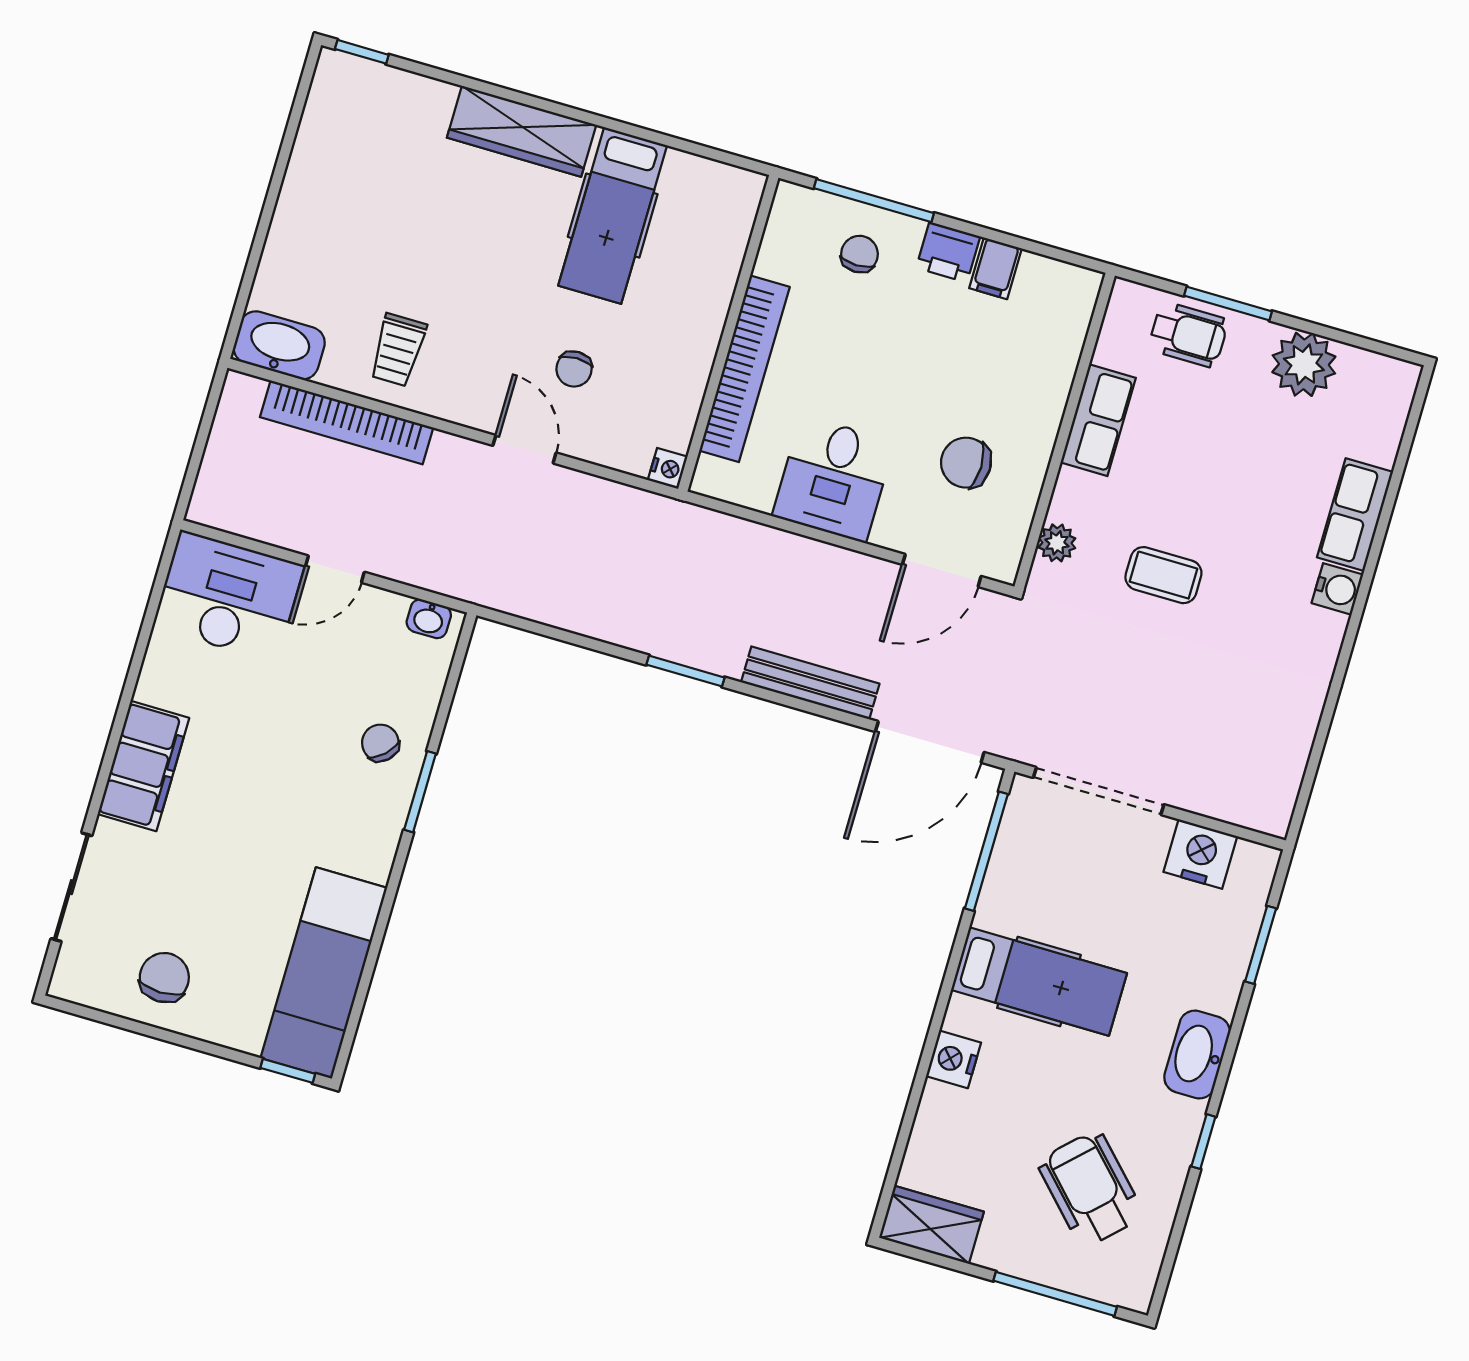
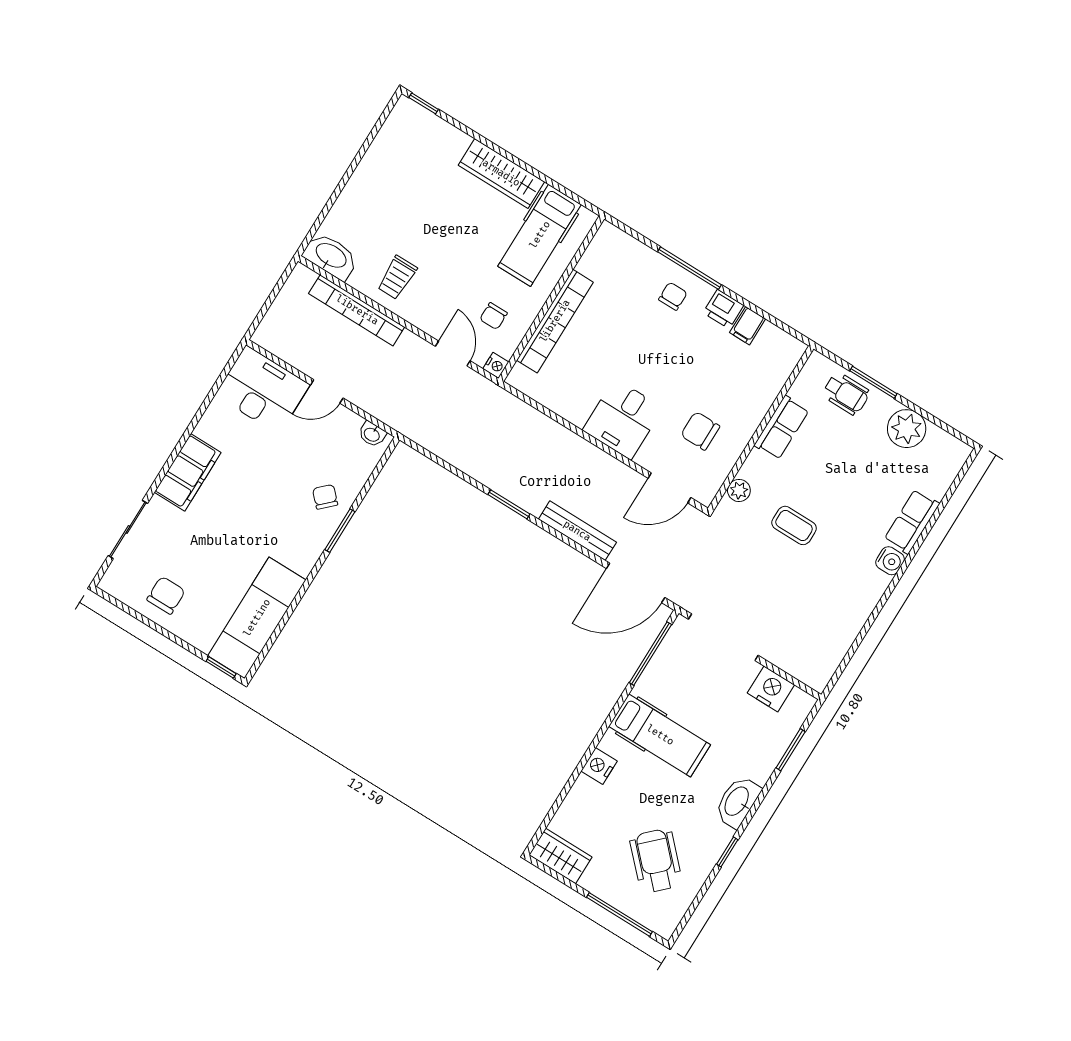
wall: (728, 333) -> (551, 299), moved
bookcase: (744, 369) -> (555, 321), moved
nightstand: (668, 468) -> (496, 365), moved

